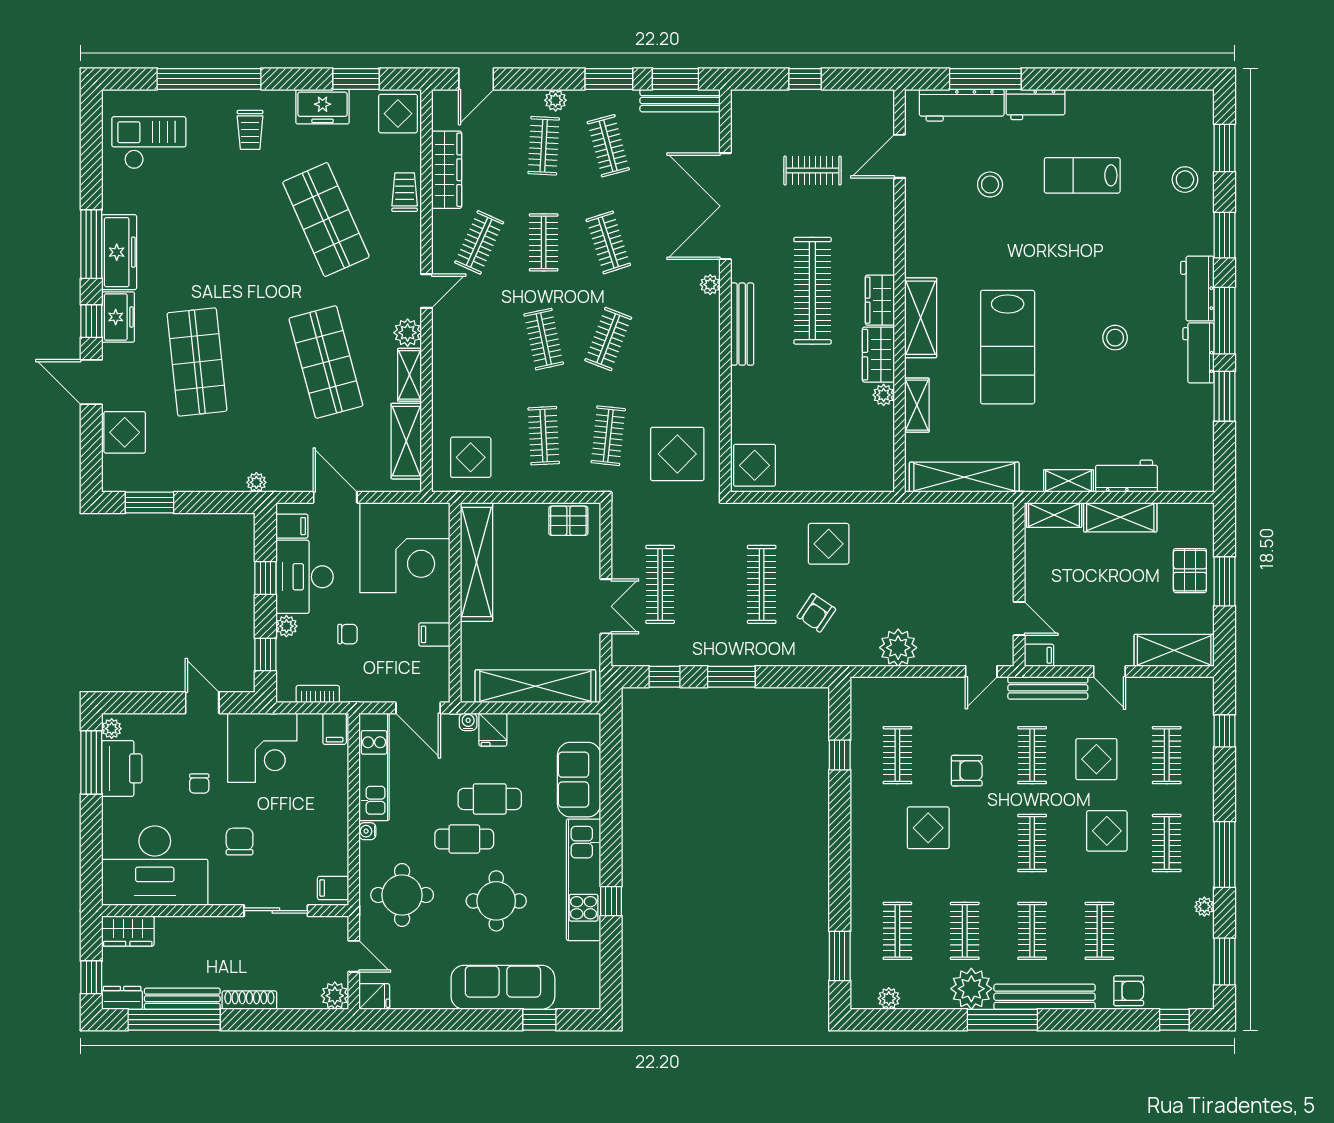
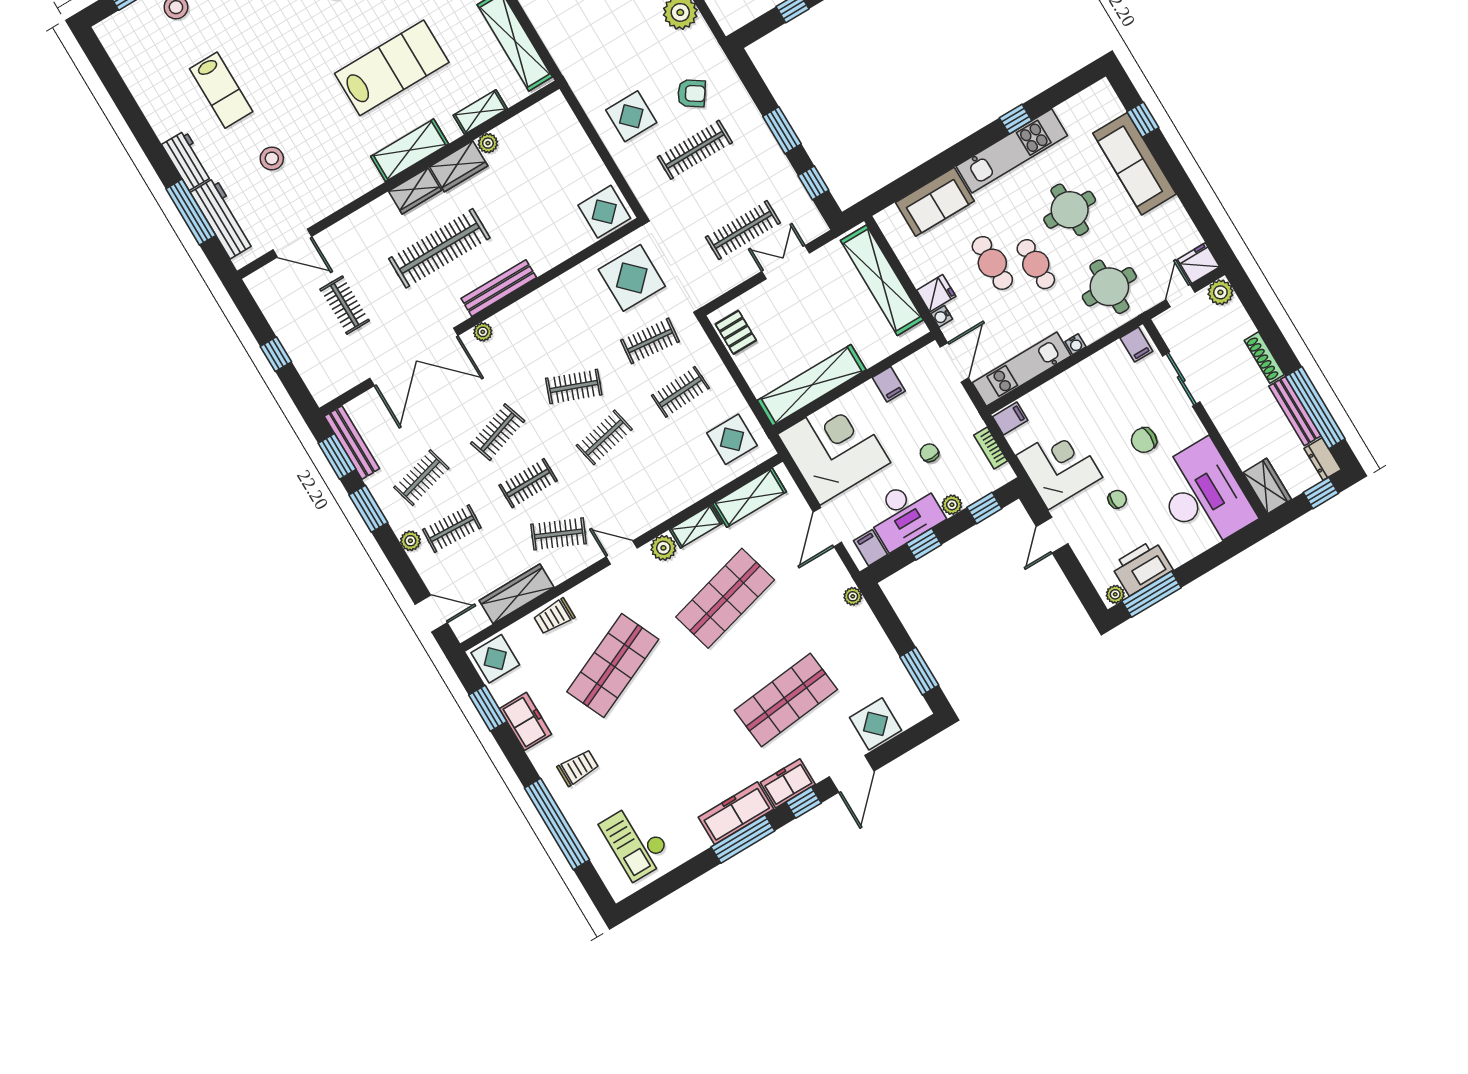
fridge: (374, 996) -> (1199, 263), width x1.38

